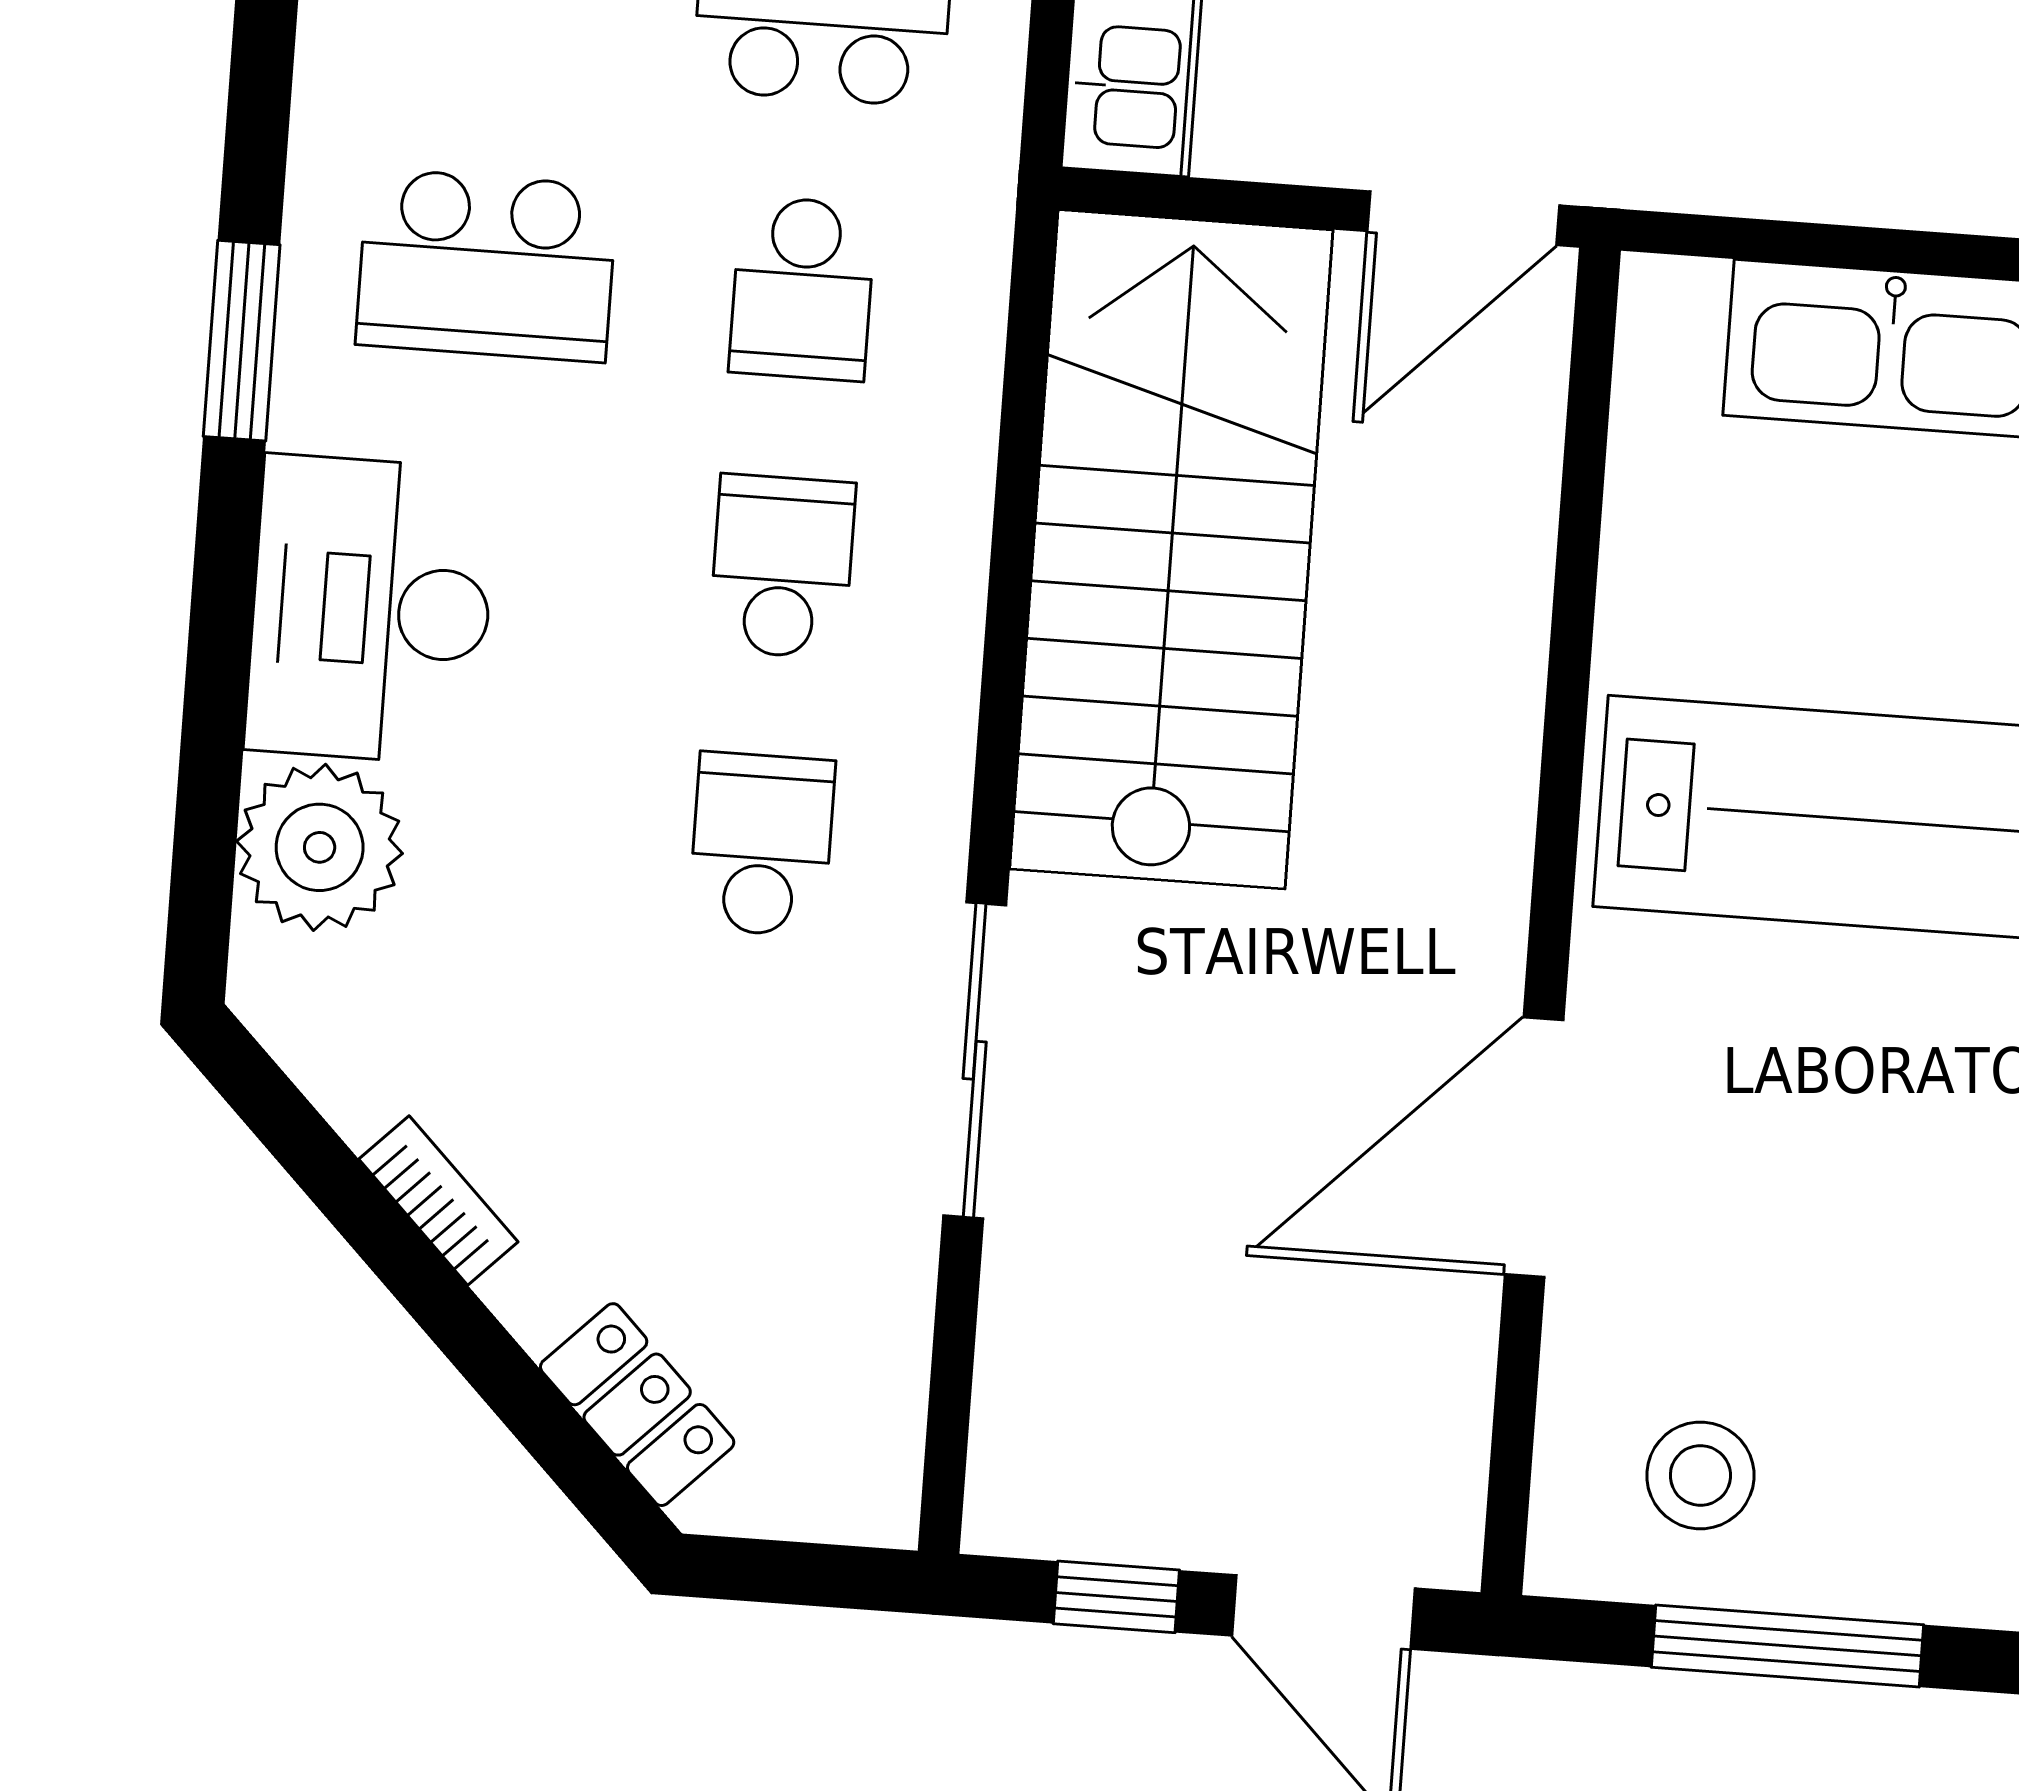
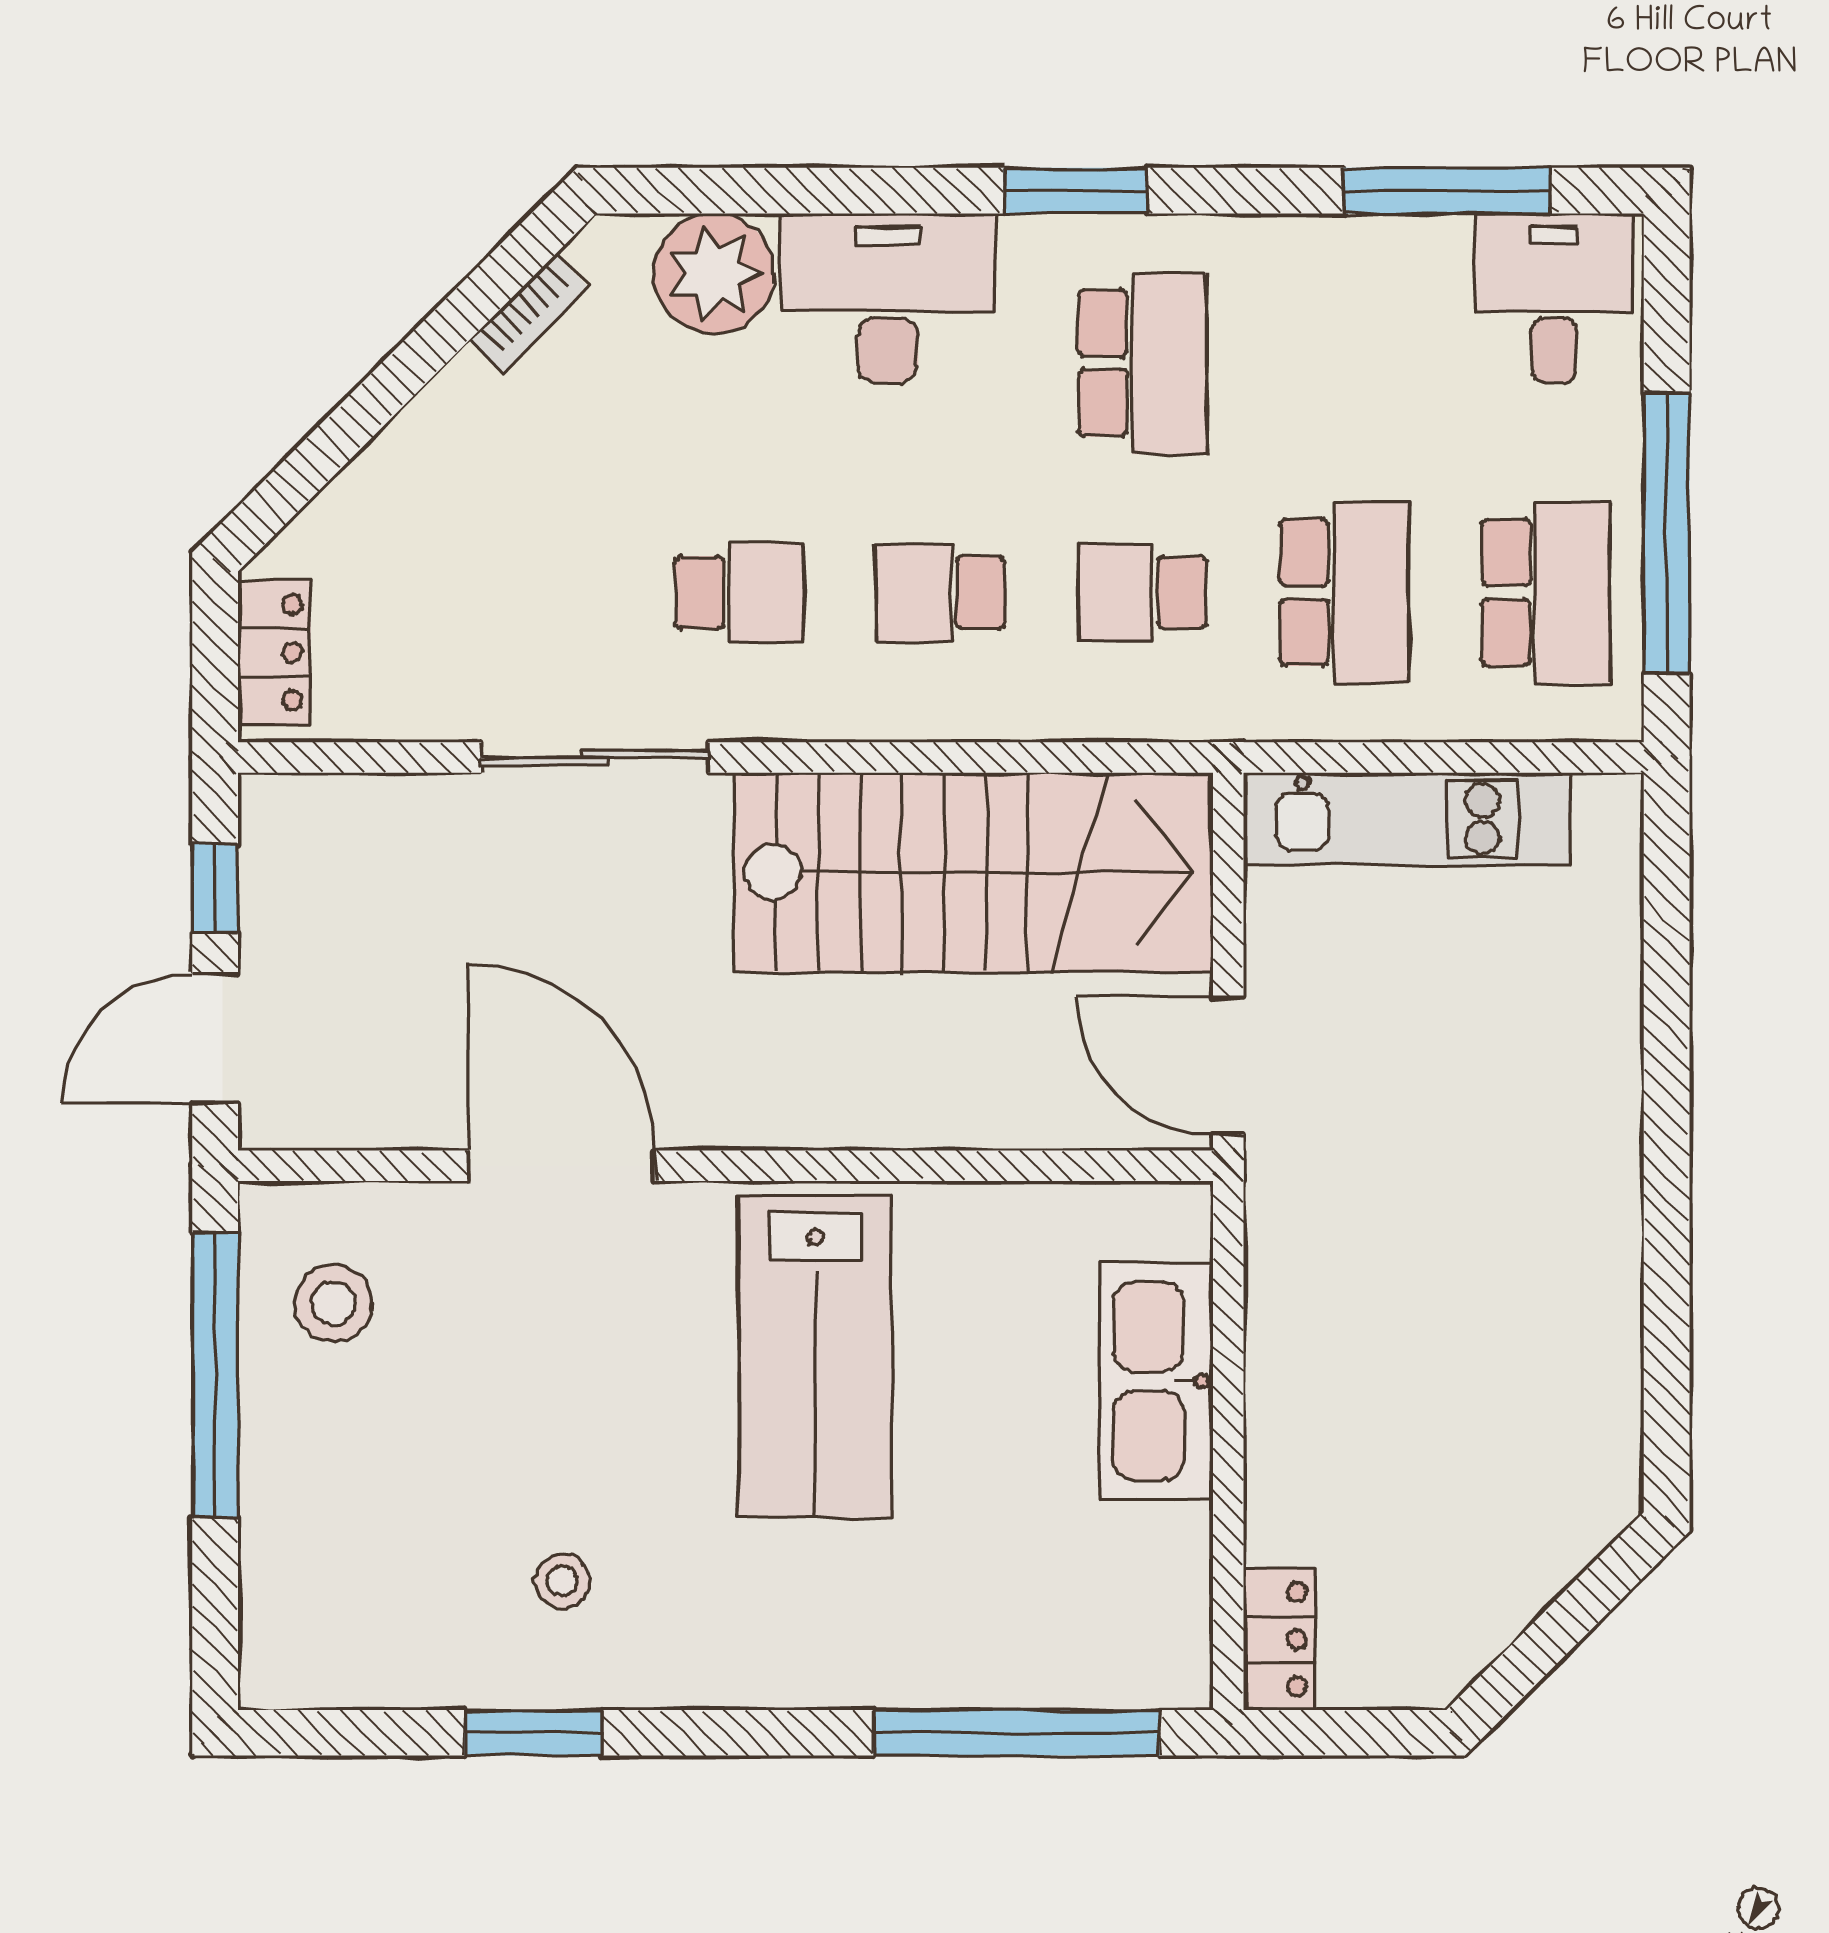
school desk: (487, 265) -> (1142, 363), turned 180
school desk: (782, 566) -> (941, 592), turned 180
bookcase: (438, 1201) -> (530, 314), moved
locker: (637, 1405) -> (274, 652), moved, turned -45
window: (1787, 1646) -> (215, 1375), width x1.46

